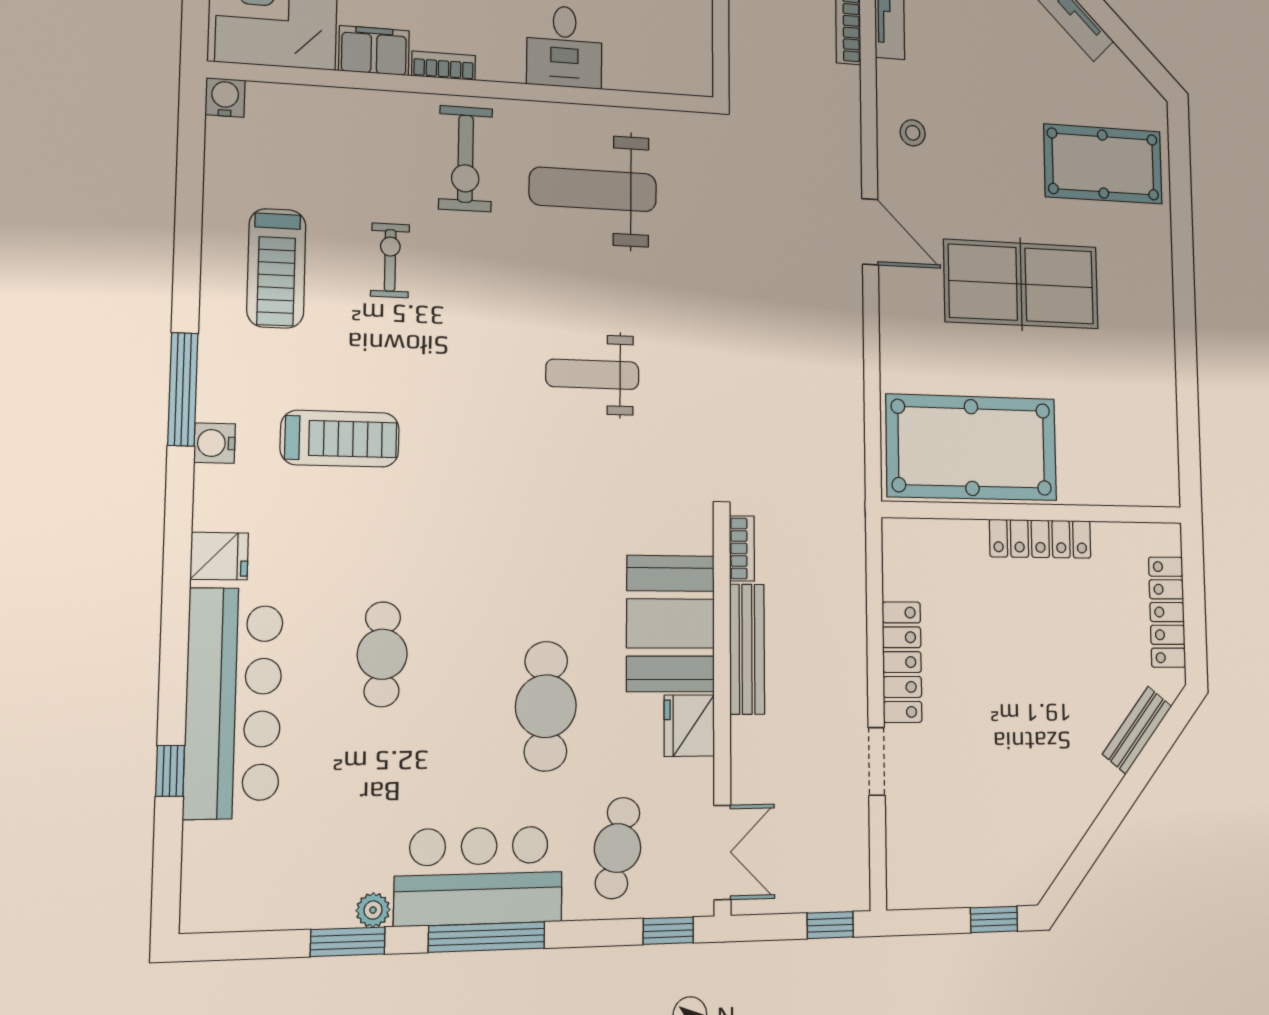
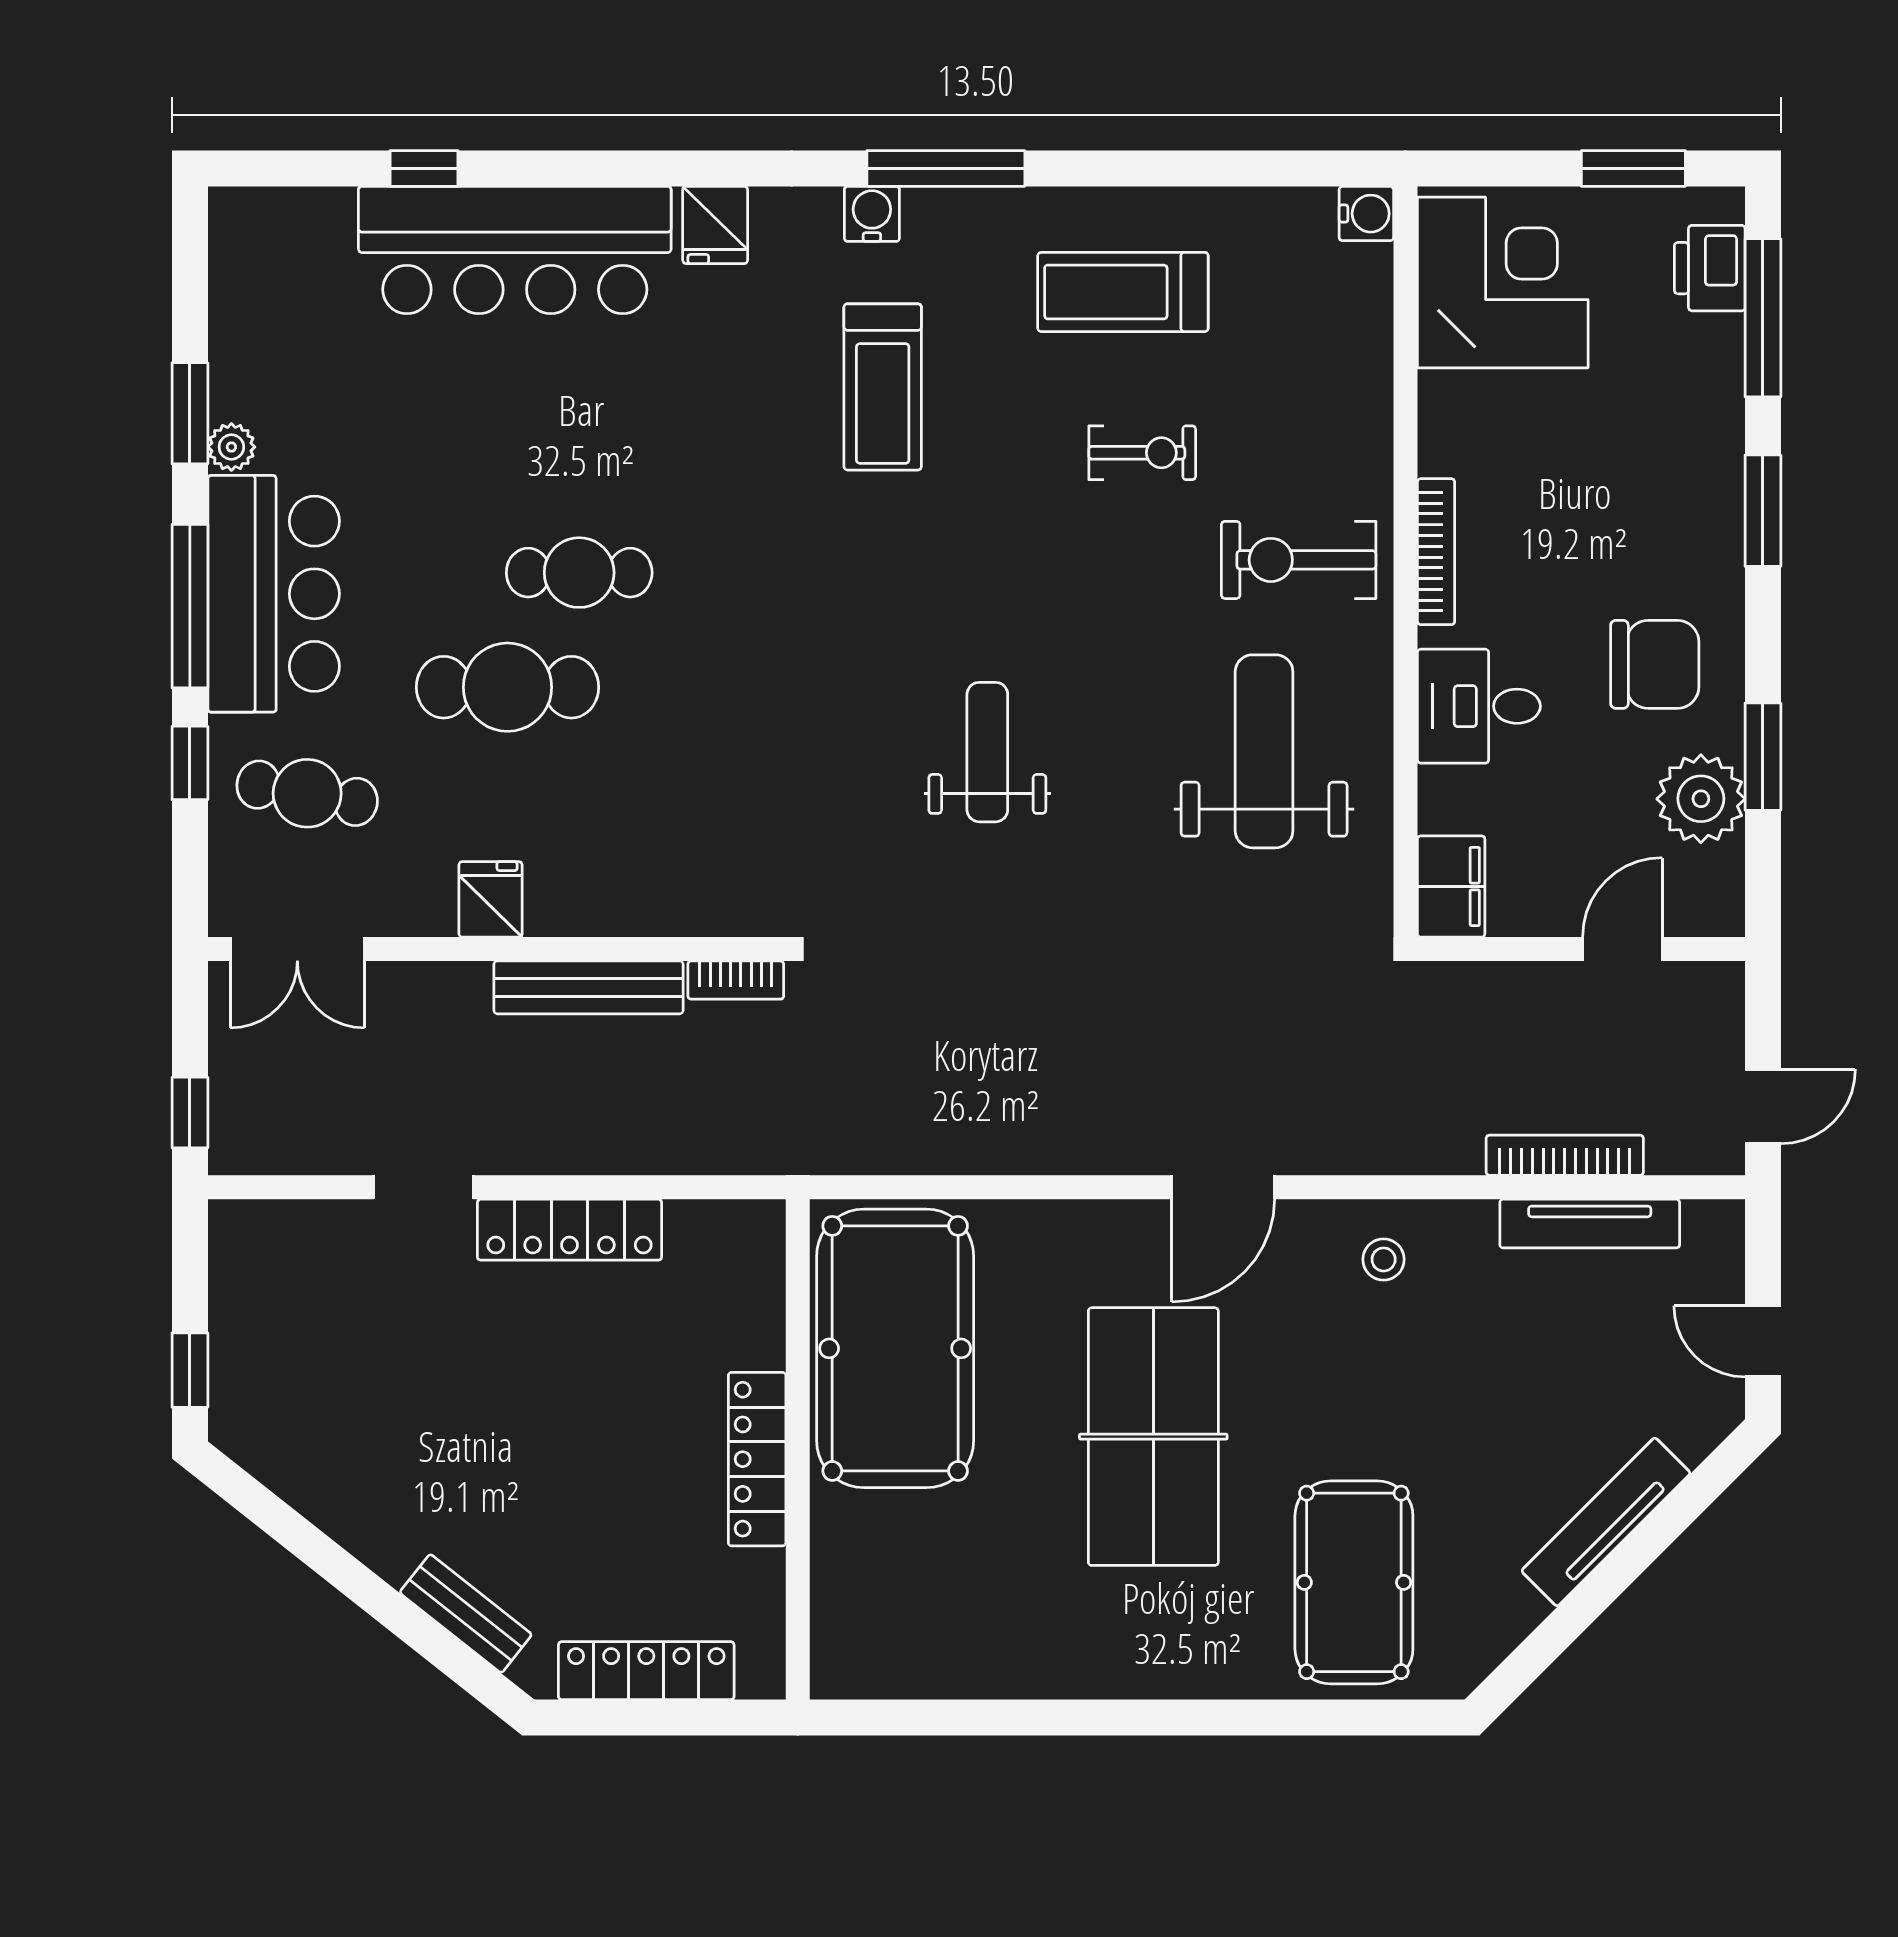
filing cabinet: (374, 51) -> (1451, 886), moved
bookcase: (444, 66) -> (1436, 552), width x1.56
booth: (671, 623) -> (625, 871), removed
cafe table: (382, 654) -> (579, 573), moved
fridge: (689, 726) -> (491, 899), width x0.72
window: (668, 931) -> (190, 763), moved

